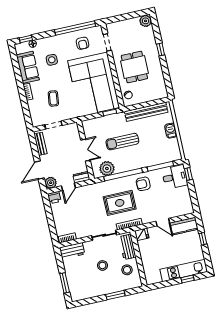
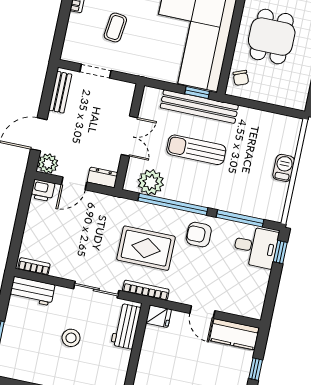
bench: (146, 112) -> (199, 106), moved
stool: (127, 270) -> (108, 363), removed

